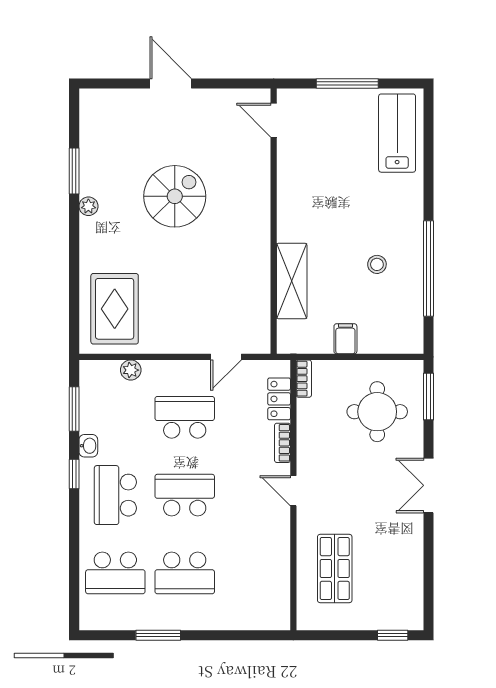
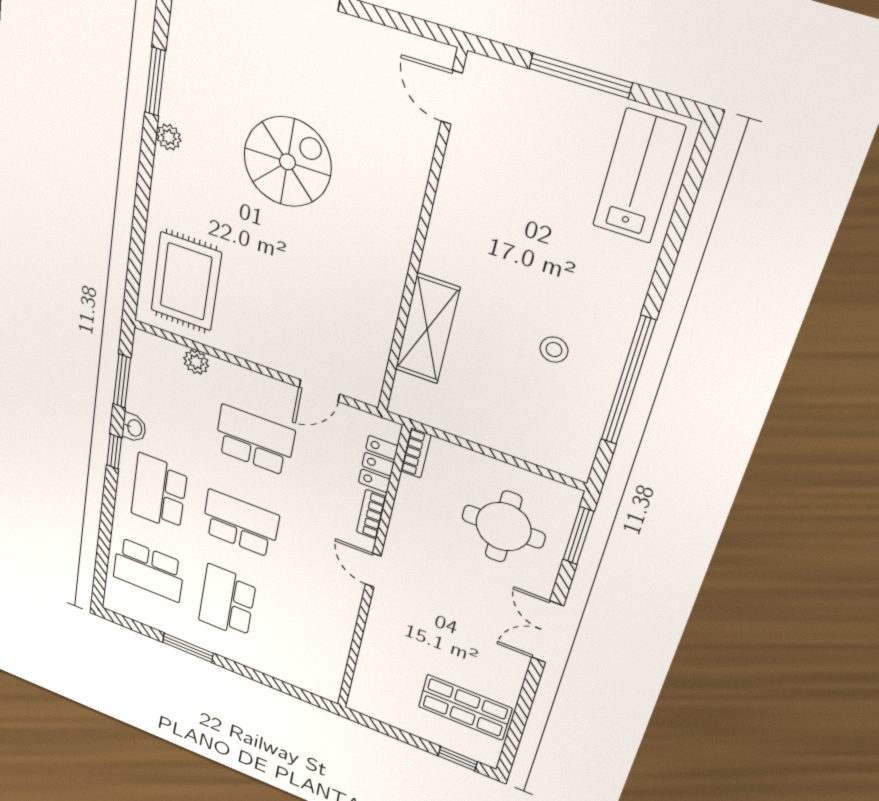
filing cabinet: (345, 339) -> (484, 427), removed
shop shelf: (335, 569) -> (465, 707), moved, turned 90
school desk: (185, 573) -> (227, 601), turned 90

